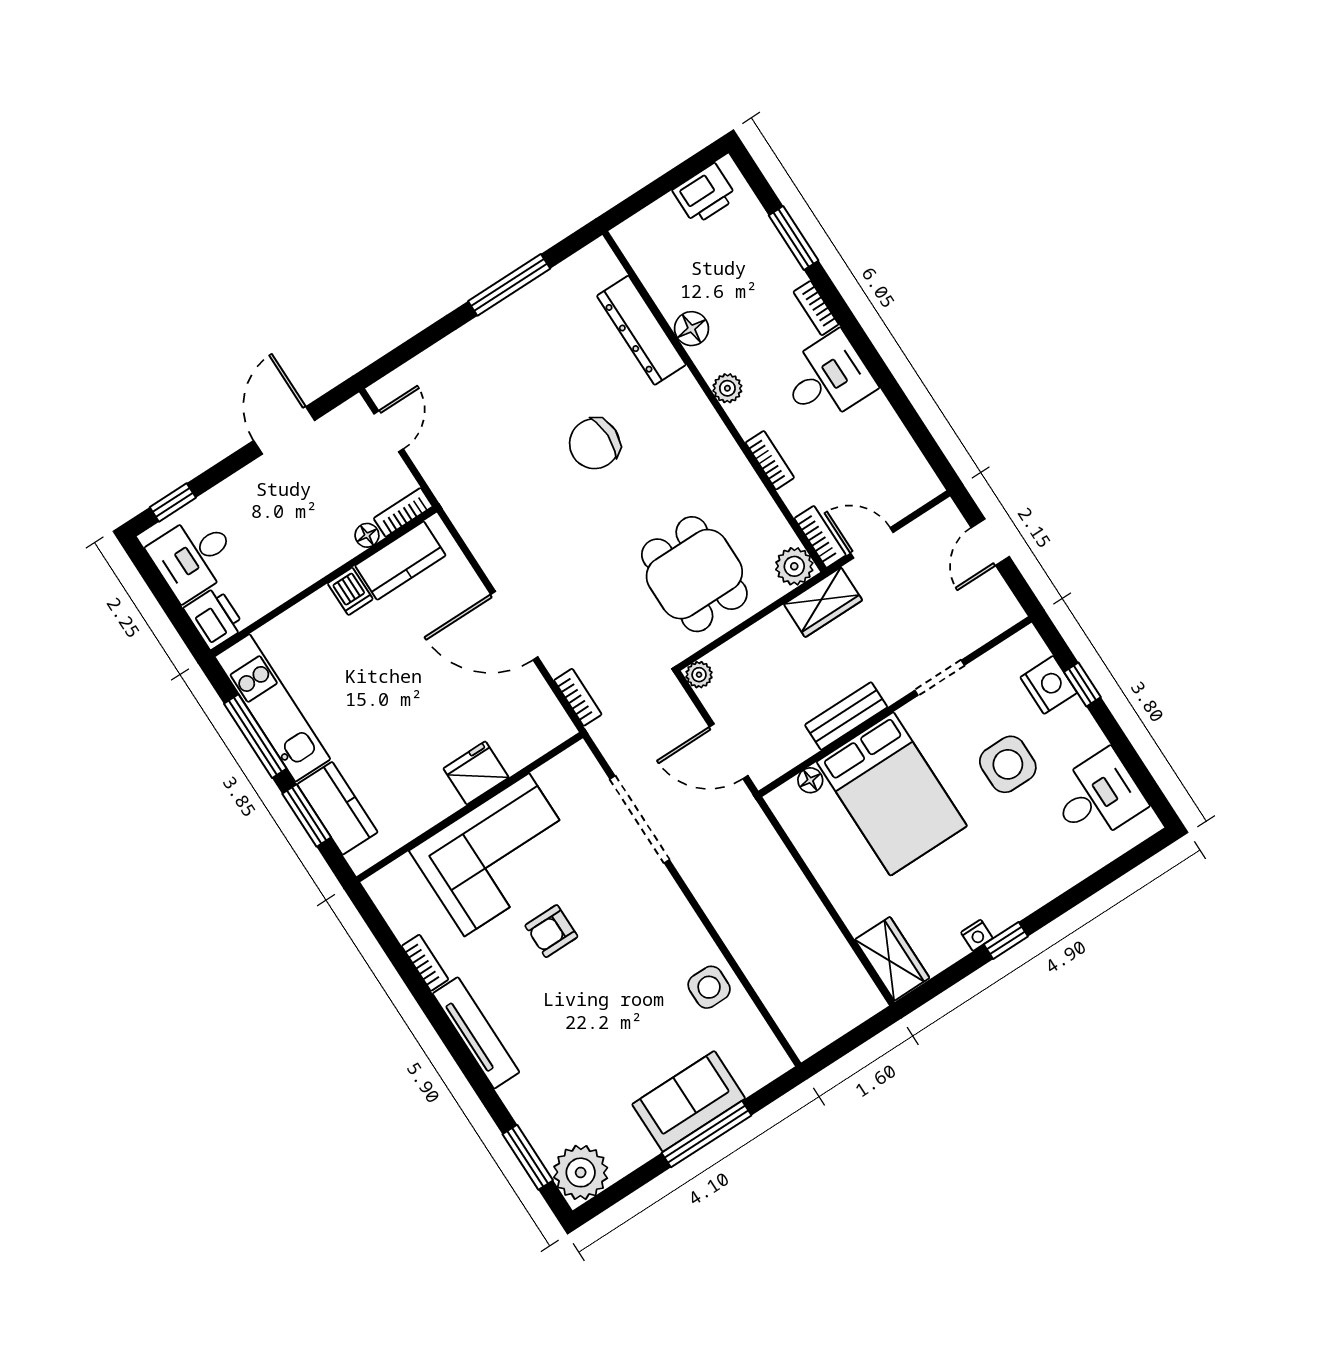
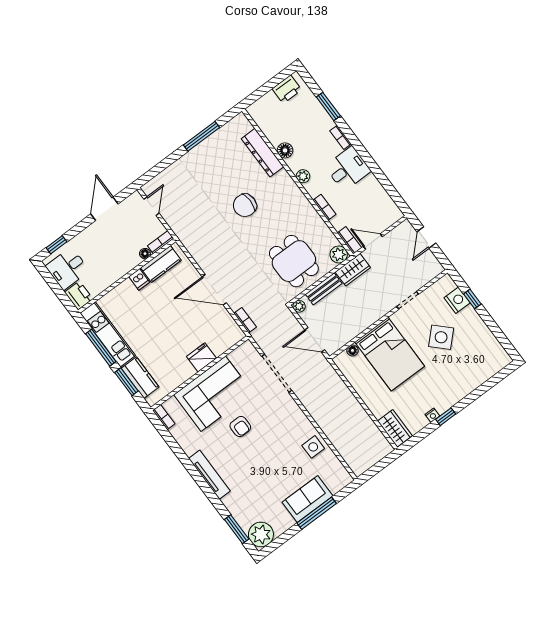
bench: (846, 716) -> (324, 289), moved
side table: (1008, 764) -> (441, 337), turned 45
desk: (1098, 797) -> (483, 349), removed
armchair: (551, 931) -> (240, 426), turned -90
bookcase: (425, 963) -> (164, 417), moved

